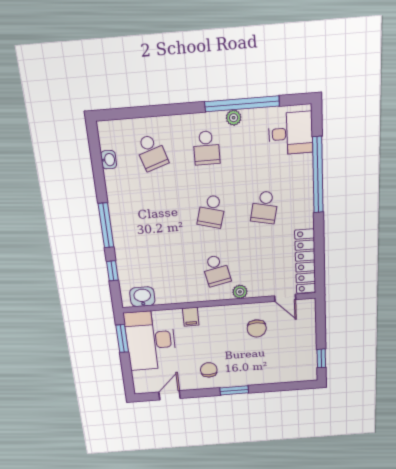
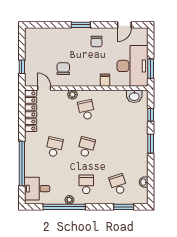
window: (138, 112) -> (124, 207), added
window: (106, 225) -> (151, 144), width x0.69
window: (321, 358) -> (22, 67), moved

